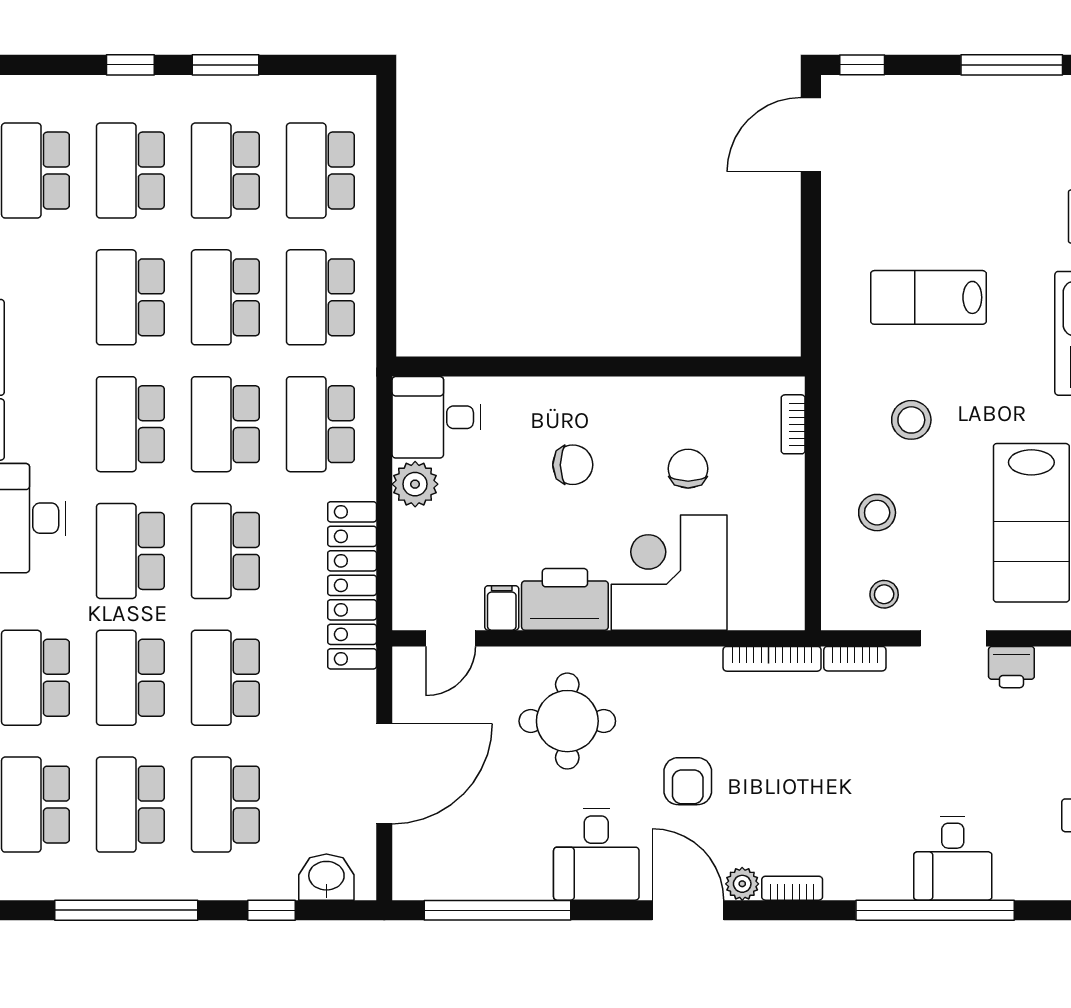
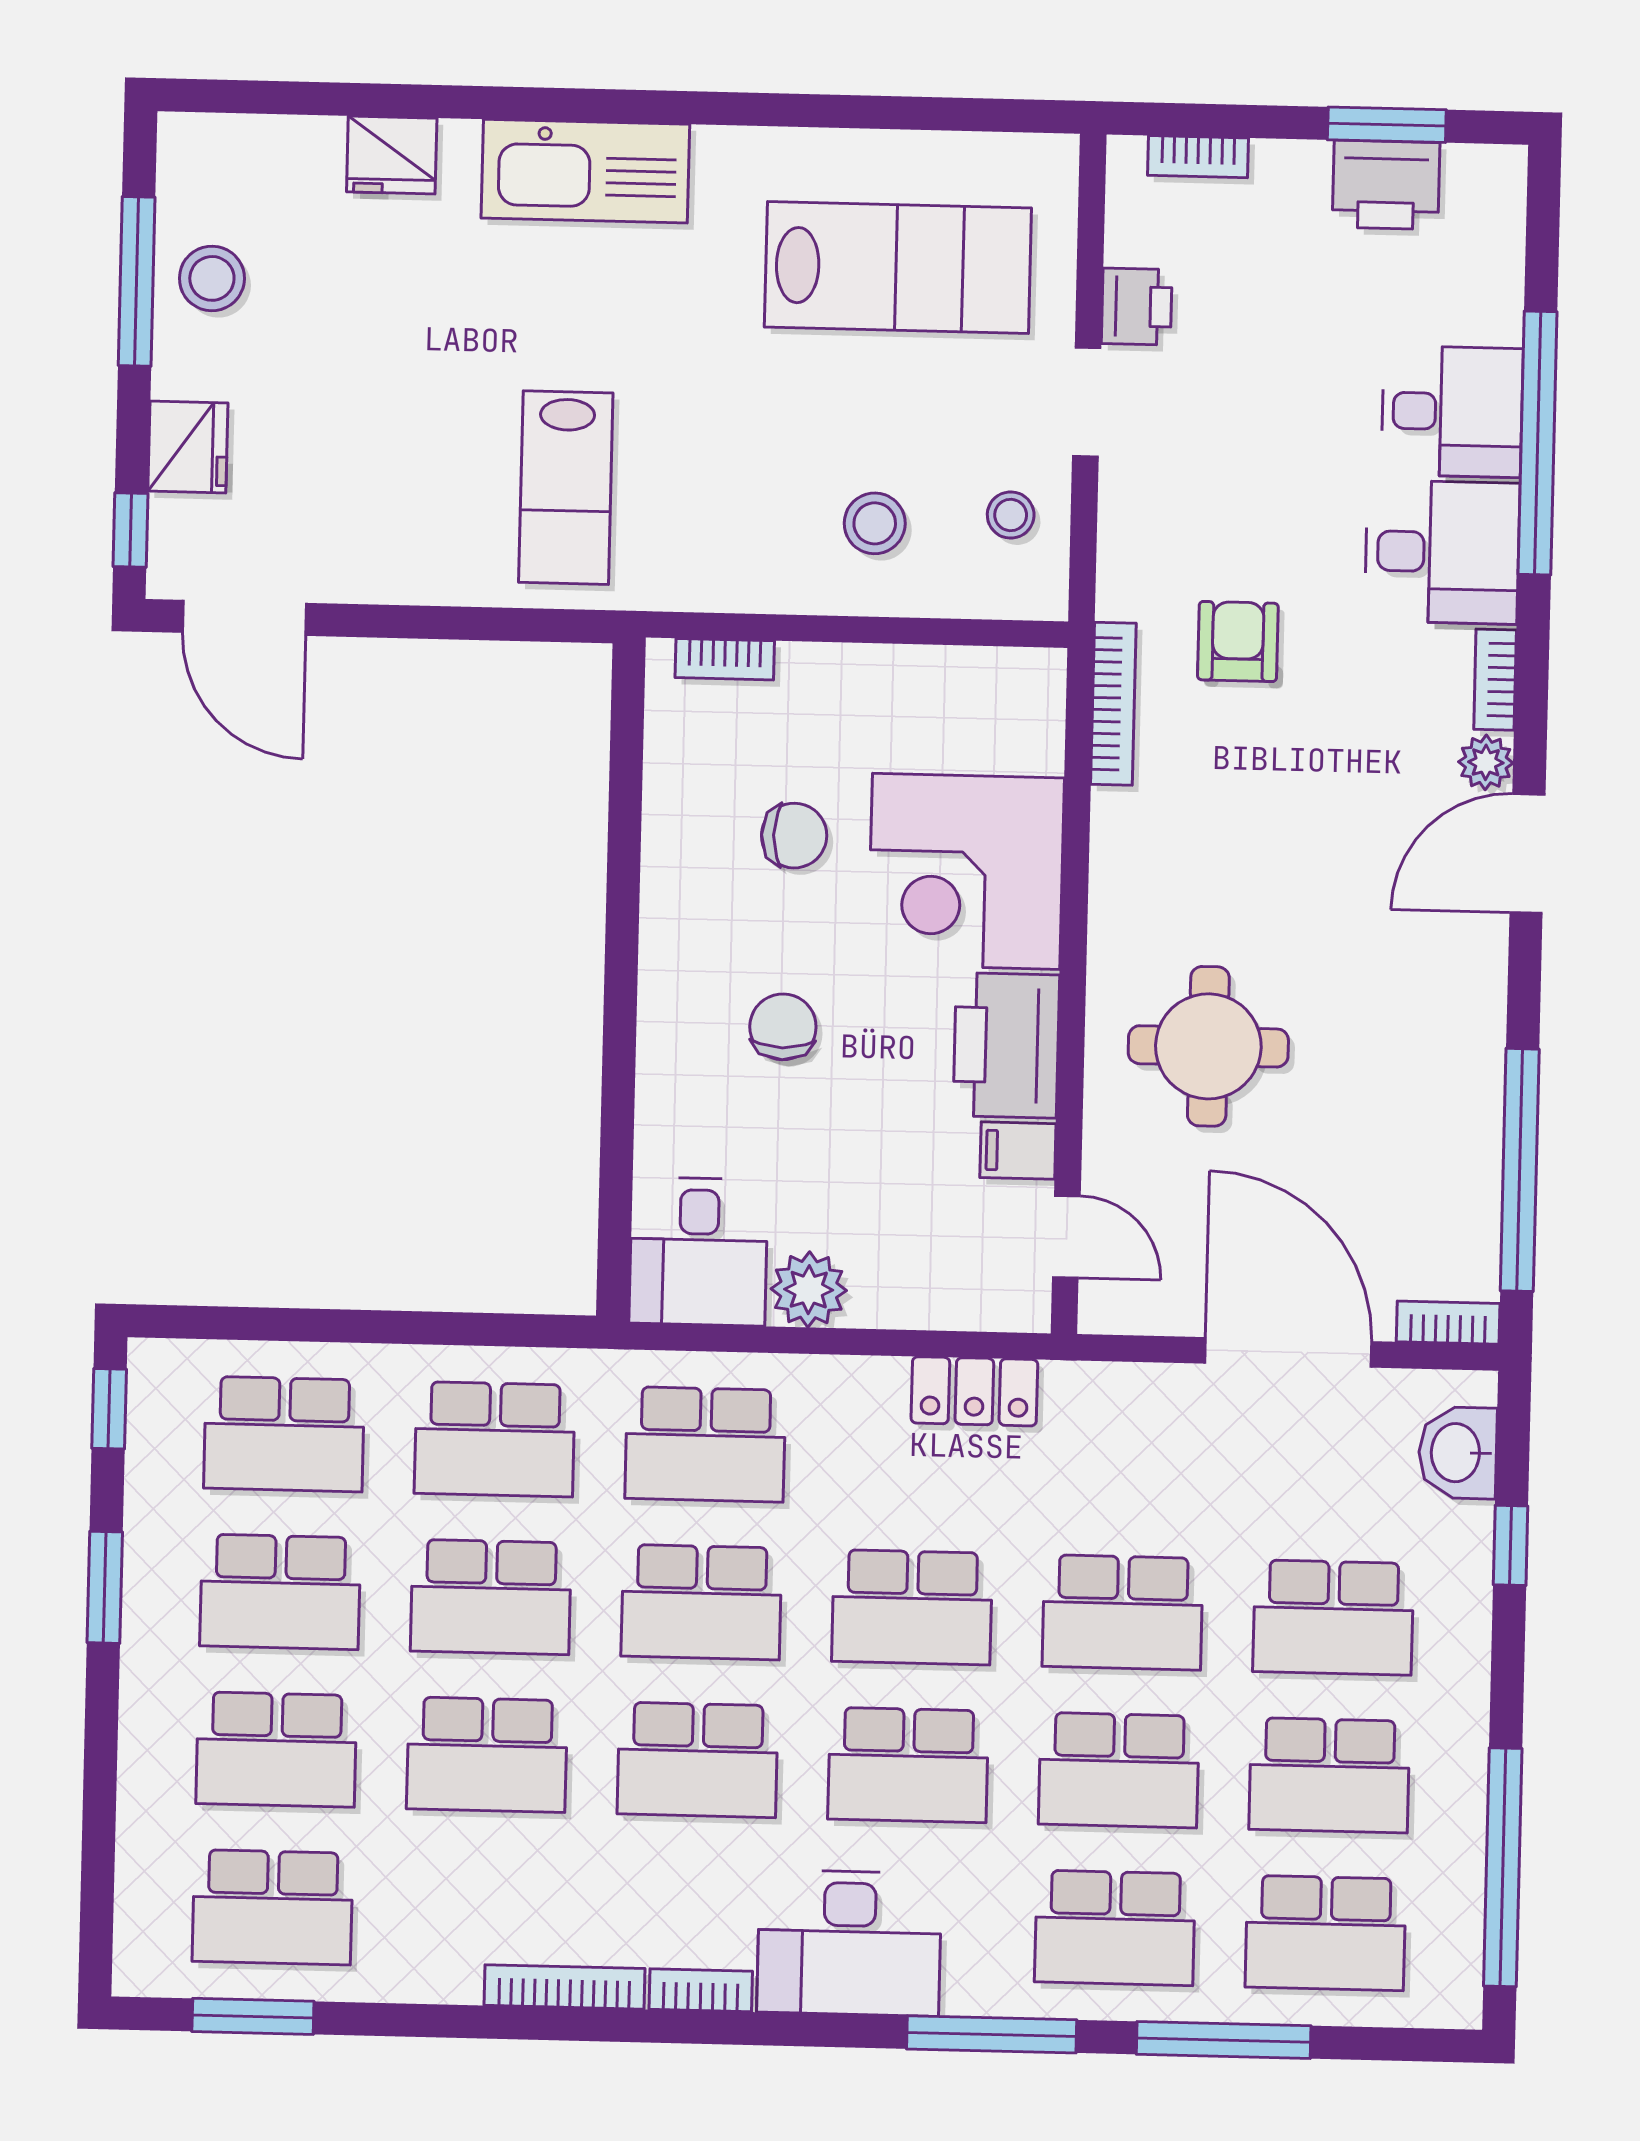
window: (130, 65) -> (109, 1409), moved
fridge: (913, 98) -> (188, 447), added
lab bench: (928, 297) -> (566, 488), moved
stool: (911, 420) -> (212, 278), moved
chair: (688, 469) -> (794, 836), turned 180
locker: (352, 585) -> (974, 1391), width x0.46, depth x0.83
bookcase: (855, 659) -> (1448, 1323), moved, turned -90
armchair: (688, 781) -> (1238, 641), moved, turned -90
desk: (596, 854) -> (1442, 552), moved
window: (126, 910) -> (1503, 1867), moved

